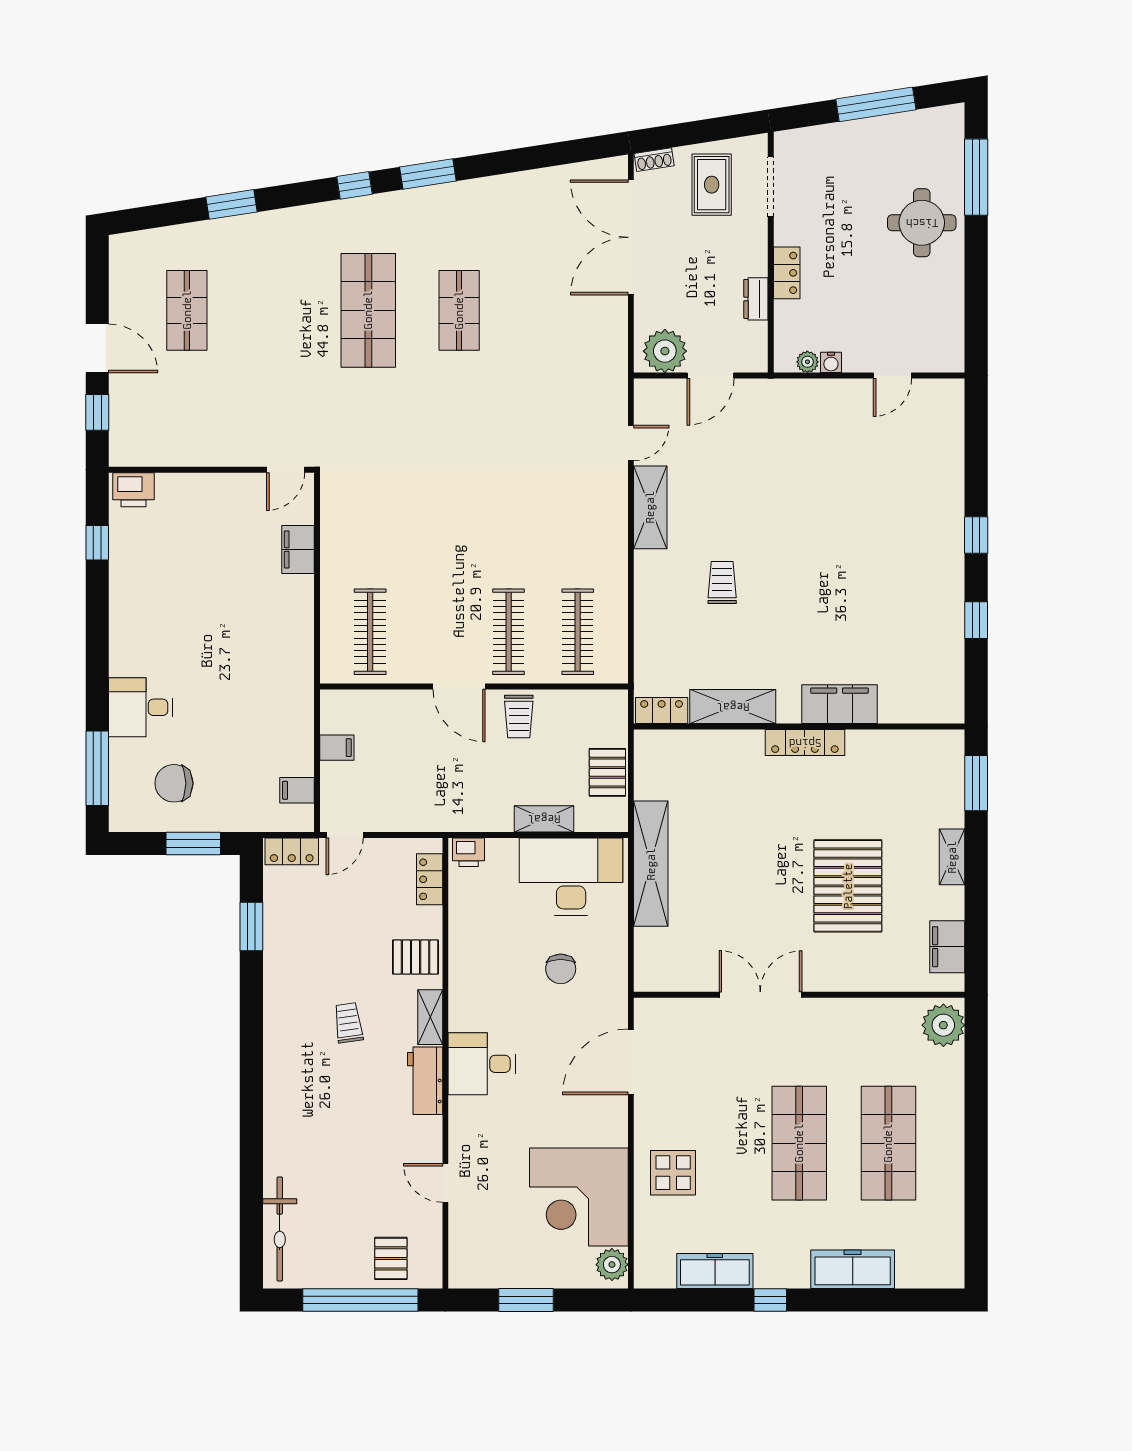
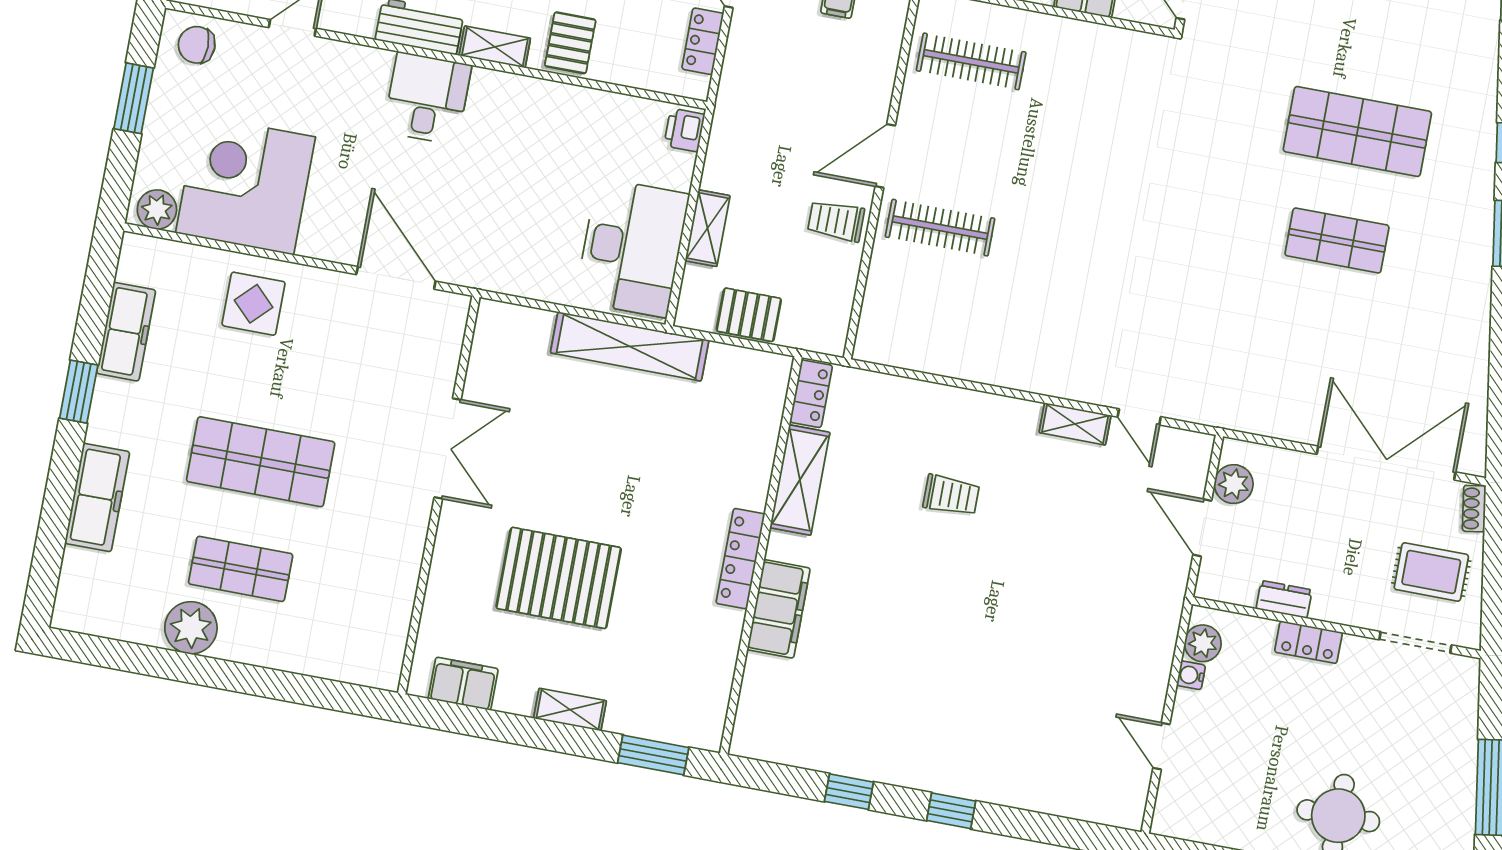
plant: (665, 351) -> (1234, 484), width x0.73, depth x0.73
plant: (807, 362) -> (1203, 643), width x1.38, depth x1.38
shelving: (650, 507) -> (1075, 424), width x0.67, depth x0.75
clothes rail: (578, 632) -> (924, 311), removed
locker: (430, 879) -> (703, 41), moved, turned -90
chair: (561, 969) -> (197, 45), moved
plant: (943, 1025) -> (191, 628), moved
shop shelf: (888, 1143) -> (241, 569), width x0.70, depth x0.74
window: (770, 1300) -> (79, 392), width x1.50

